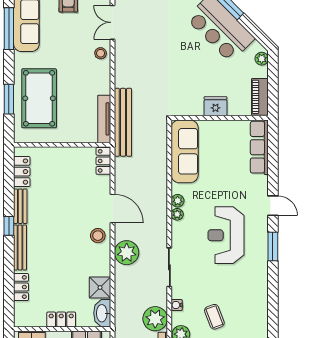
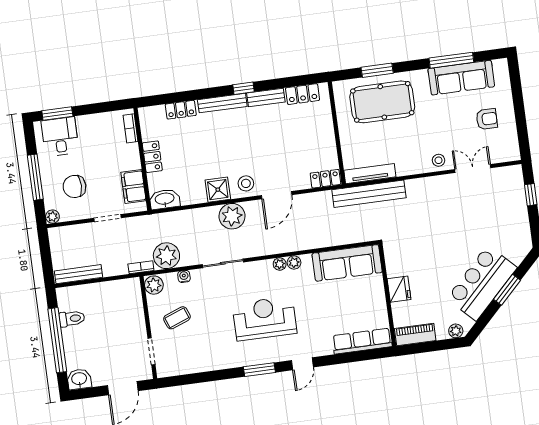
shower: (100, 288) -> (218, 190), moved

